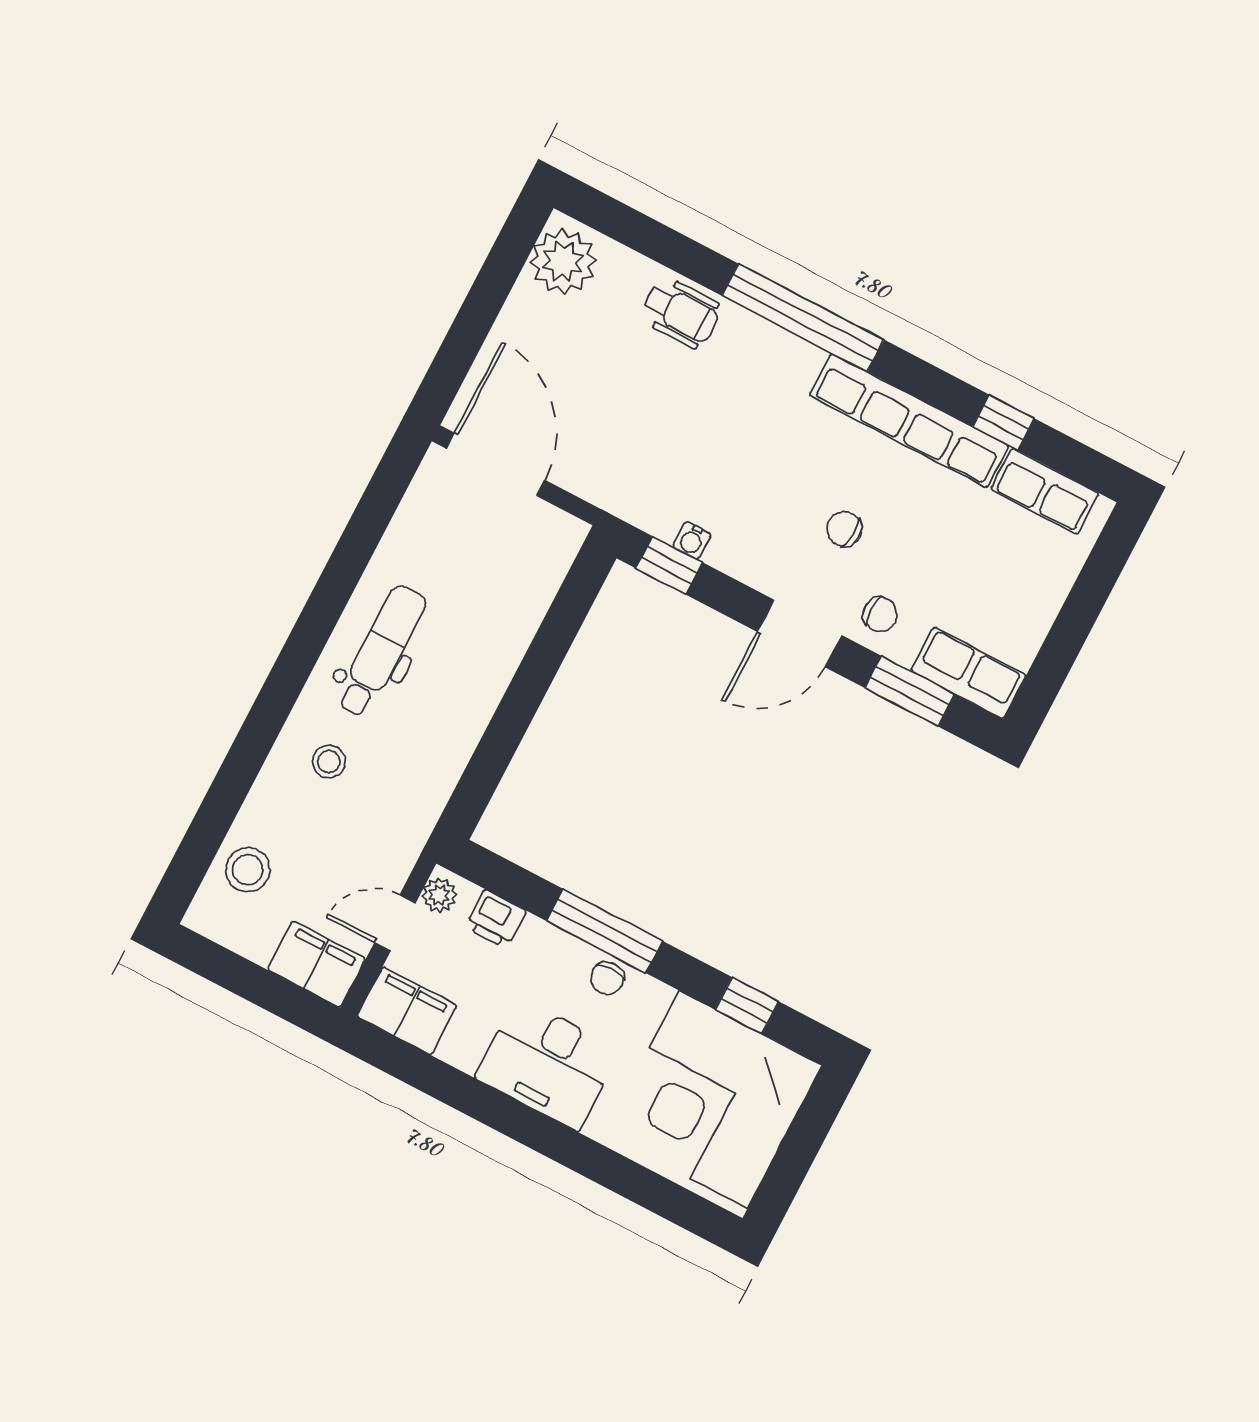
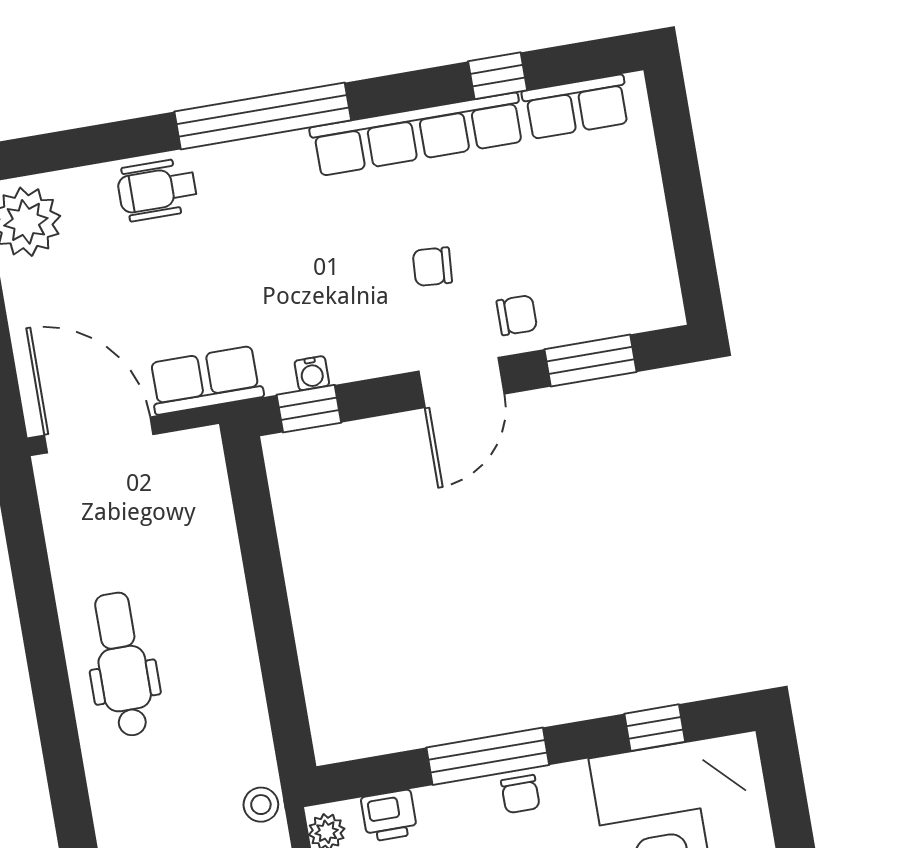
wheelchair: (681, 313) -> (157, 190), turned 180
row of seats: (968, 673) -> (206, 380), moved
stool: (329, 762) -> (261, 805), moved

